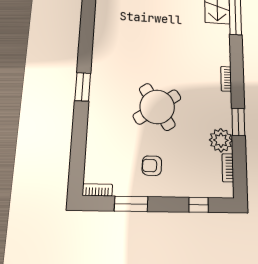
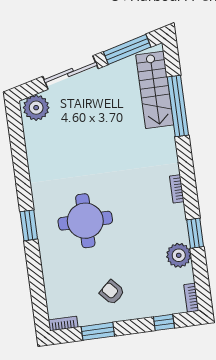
round table: (157, 107) -> (85, 221), moved, turned 34
armchair: (152, 166) -> (112, 292), turned 47
bookcase: (228, 168) -> (191, 298), moved

